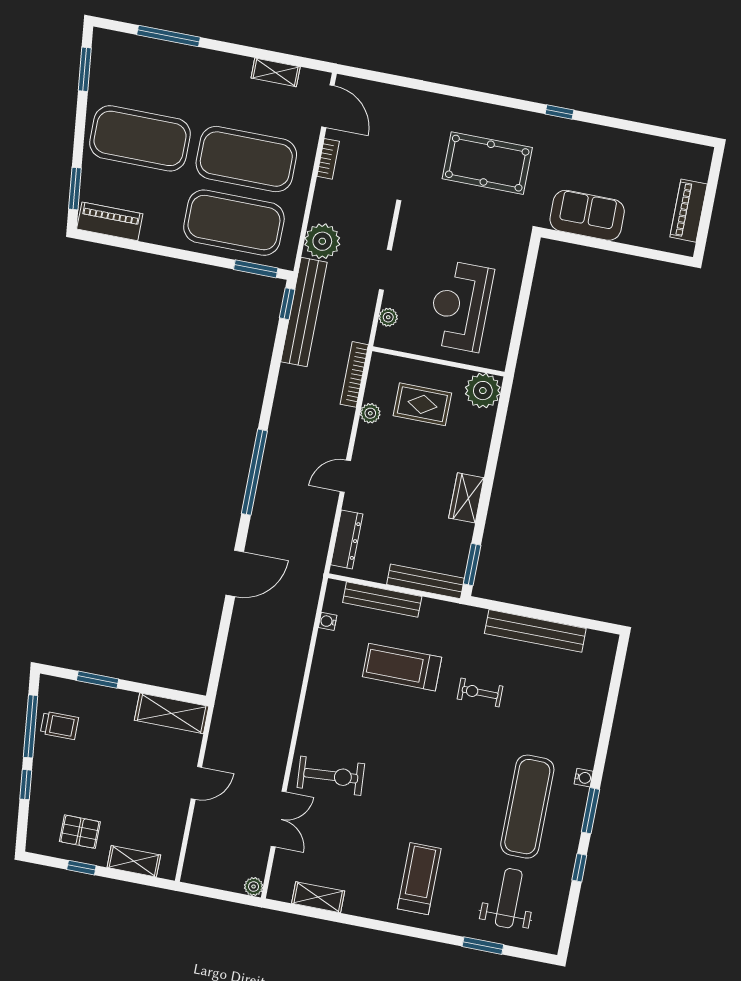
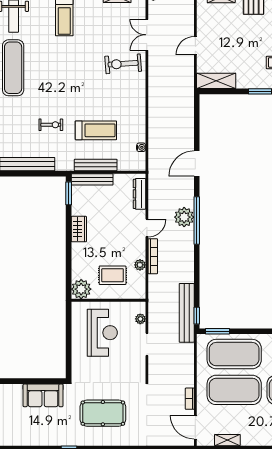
plant: (322, 241) -> (184, 217), moved
bookcase: (354, 374) -> (153, 256), moved
bench: (382, 600) -> (96, 165), moved

